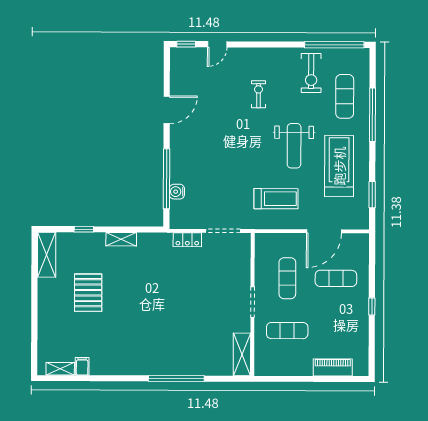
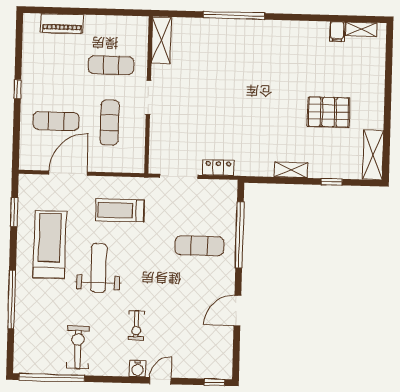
door: (217, 44) -> (160, 381), moved
exercise mat: (345, 96) -> (199, 246), moved, turned 90
treadmill: (339, 166) -> (50, 244), turned 180
water cooler: (177, 192) -> (138, 369), moved, turned 90
pallet: (88, 293) -> (328, 112), turned 90

